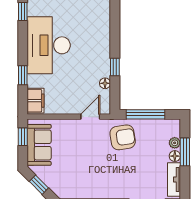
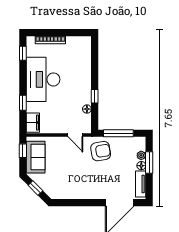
door: (90, 117) -> (75, 135), swing flipped

